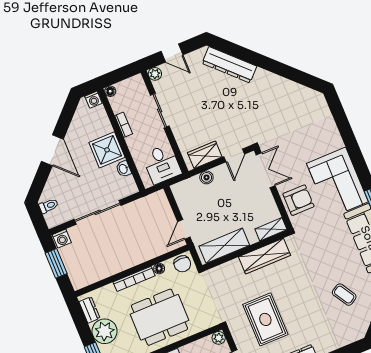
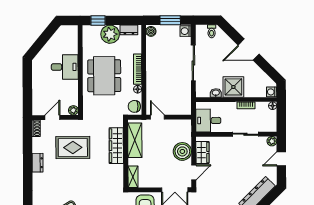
door: (234, 155) -> (194, 172), swing flipped
boiler: (206, 177) -> (182, 151), width x1.86, depth x1.86
wardrobe: (265, 256) -> (116, 146), moved
boiler: (80, 282) -> (151, 31), added

